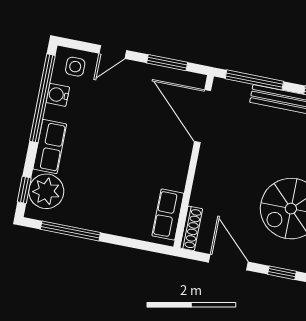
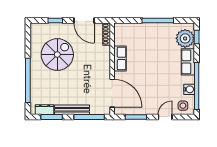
row of seats: (168, 215) -> (120, 58), moved
window: (70, 231) -> (158, 20), moved

